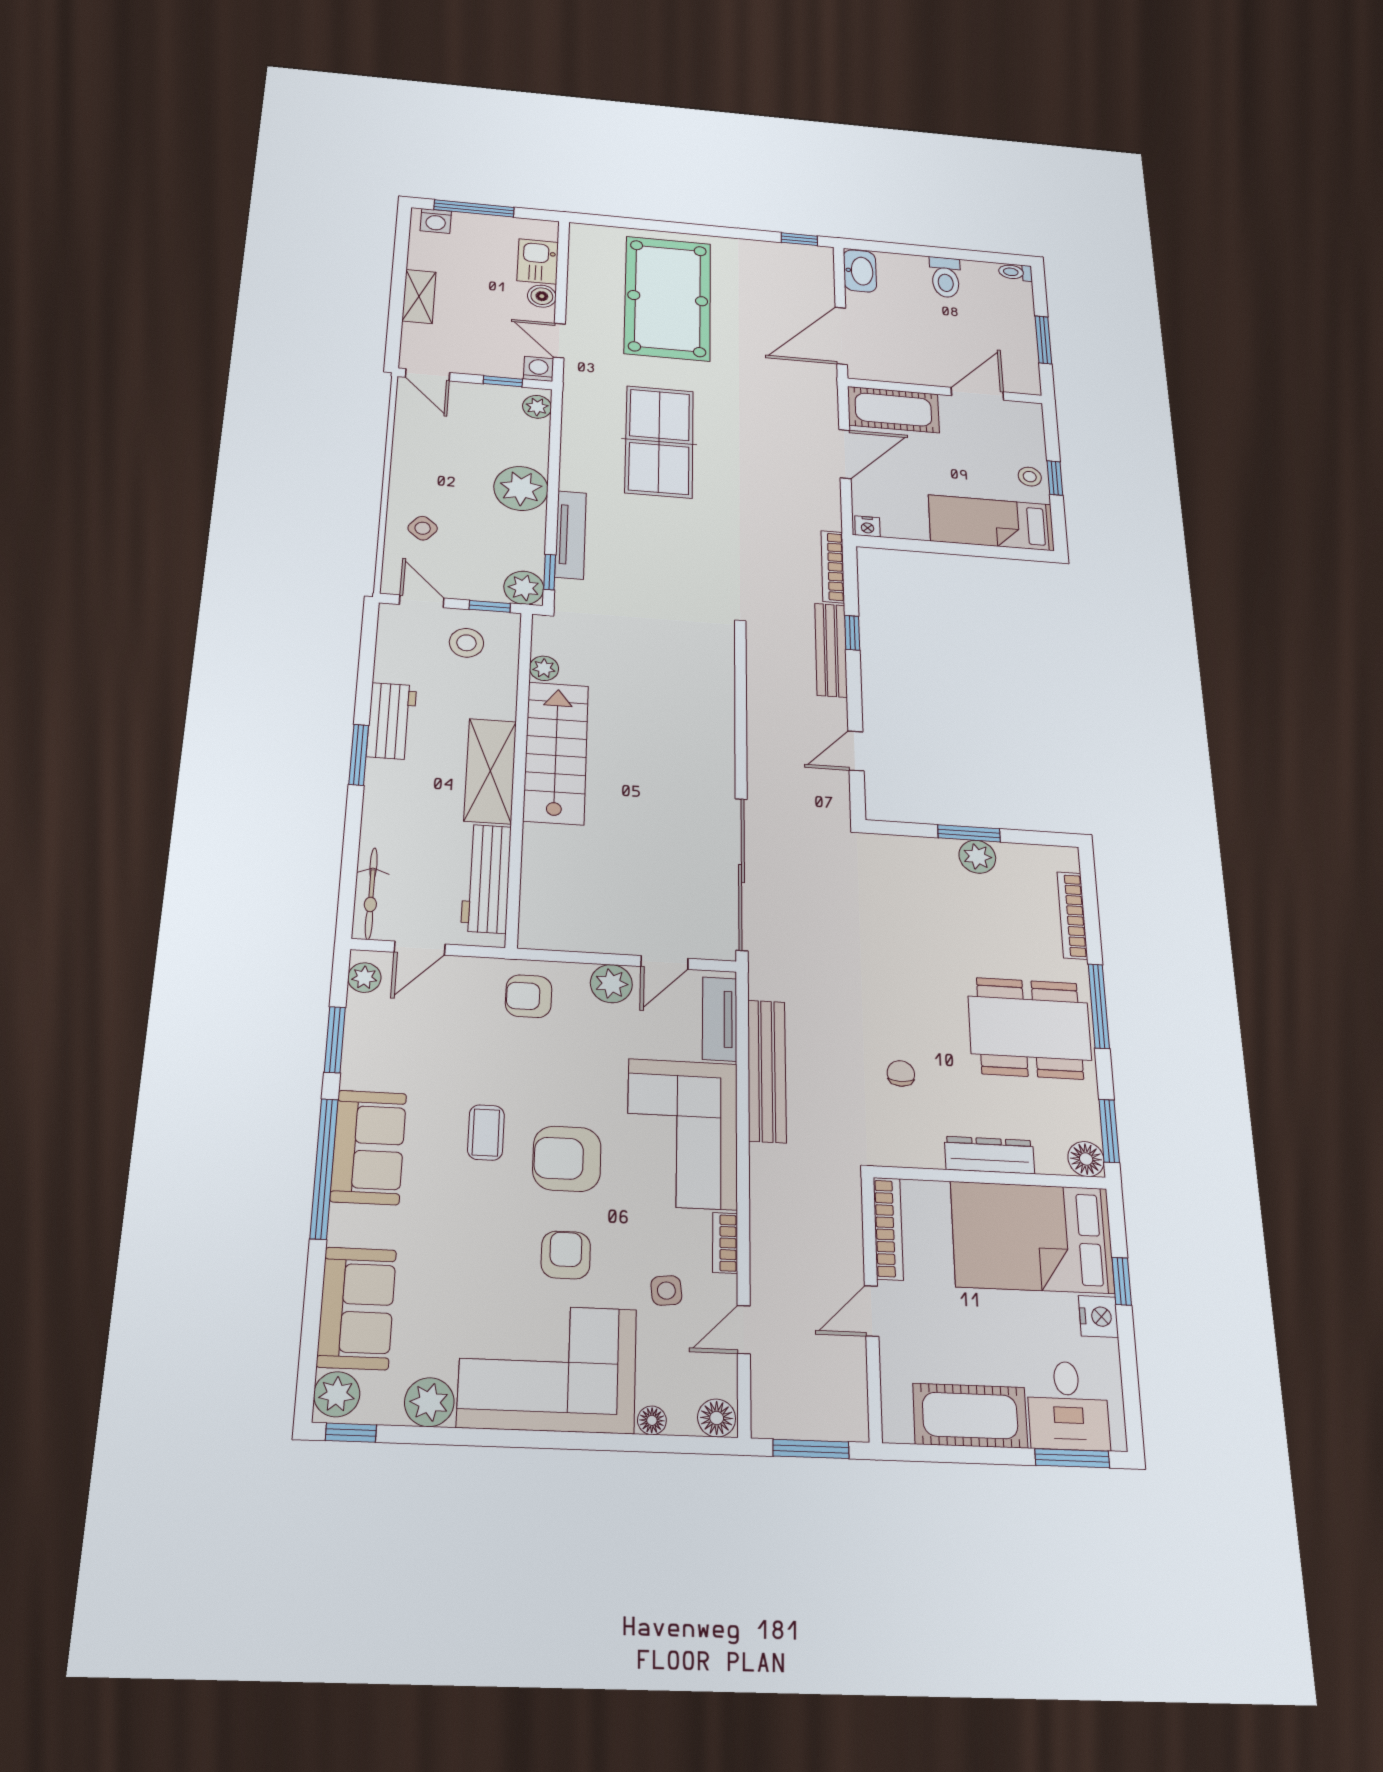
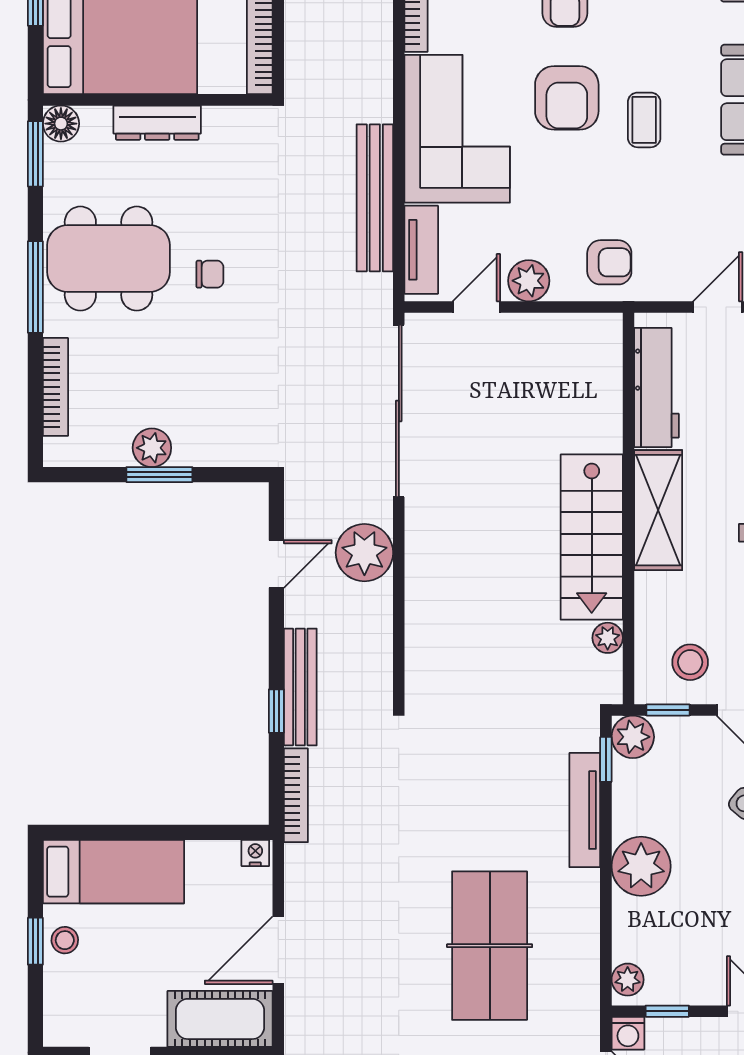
plant: (773, 755) -> (364, 553), added
chair: (901, 1073) -> (210, 274), moved, turned -90
armchair: (567, 1159) -> (567, 98), turned 90

